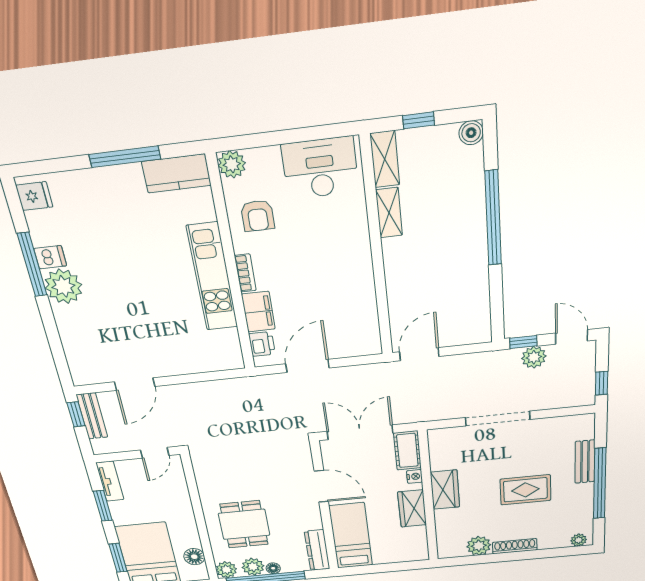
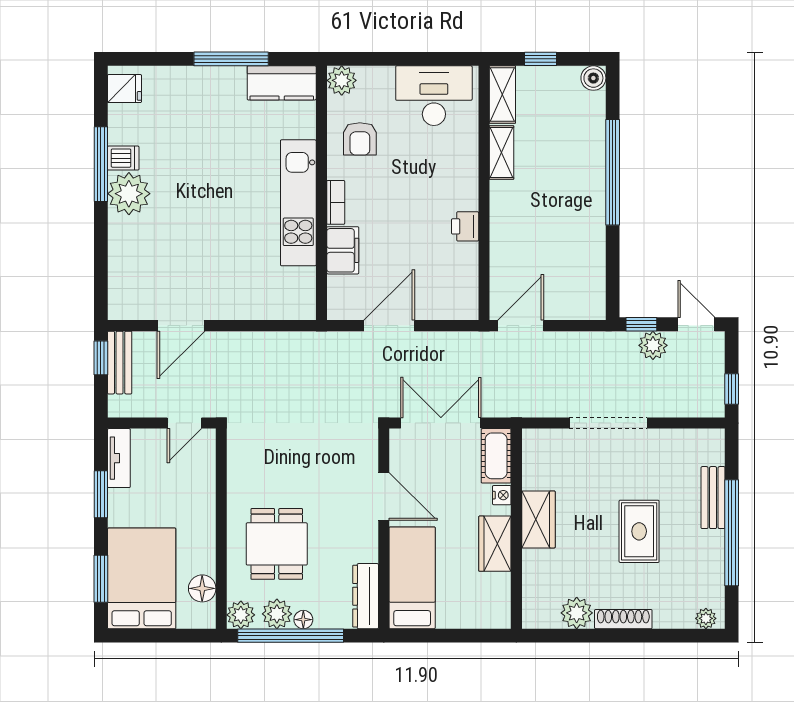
printer: (262, 344) -> (465, 226), moved, turned 180
rug: (525, 490) -> (639, 531), turned 90

